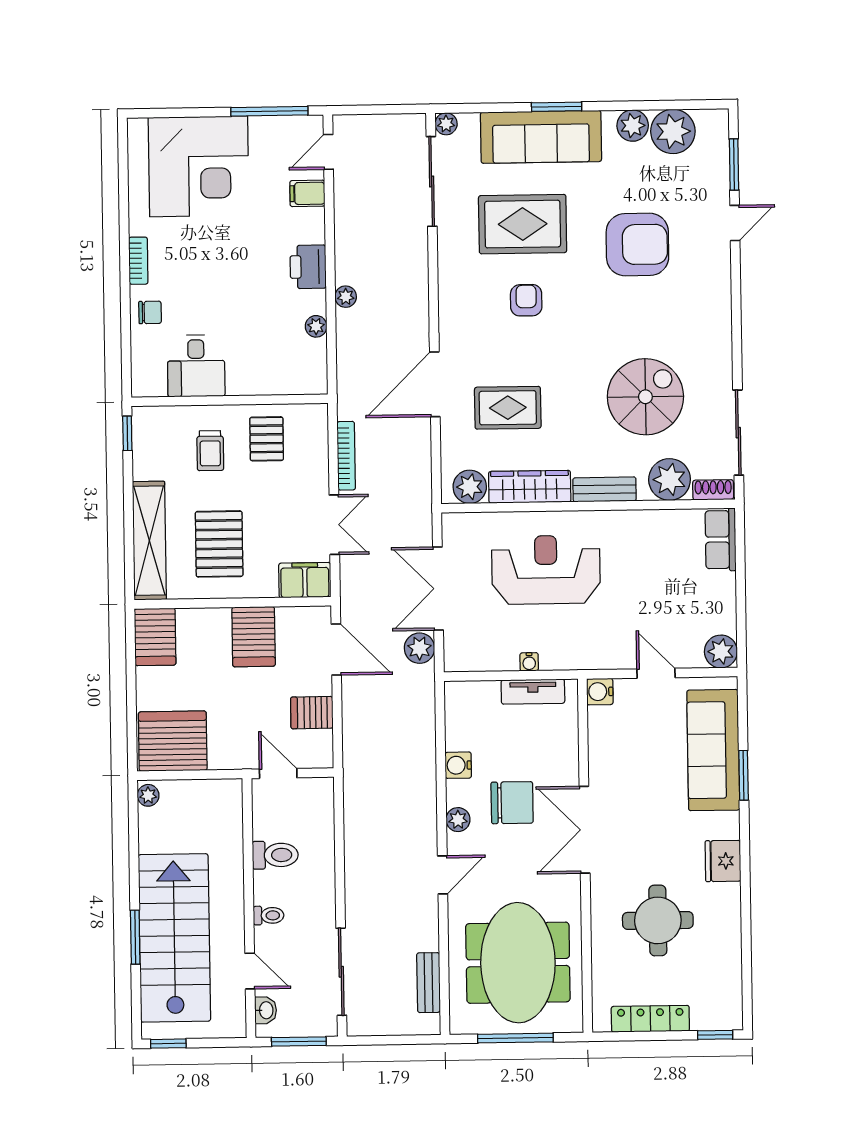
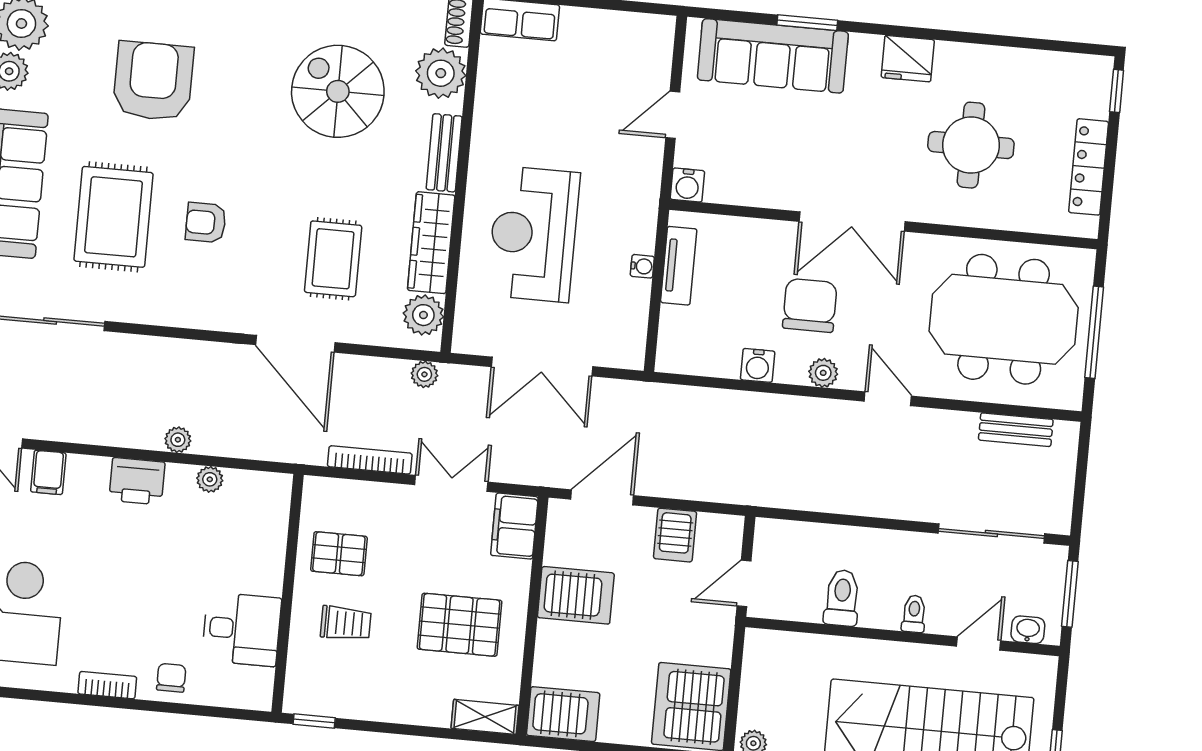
shelving: (149, 541) -> (485, 717), width x0.45, depth x0.75
plant: (419, 648) -> (424, 374), moved, width x0.73, depth x0.73
plant: (721, 652) -> (655, 34), removed

